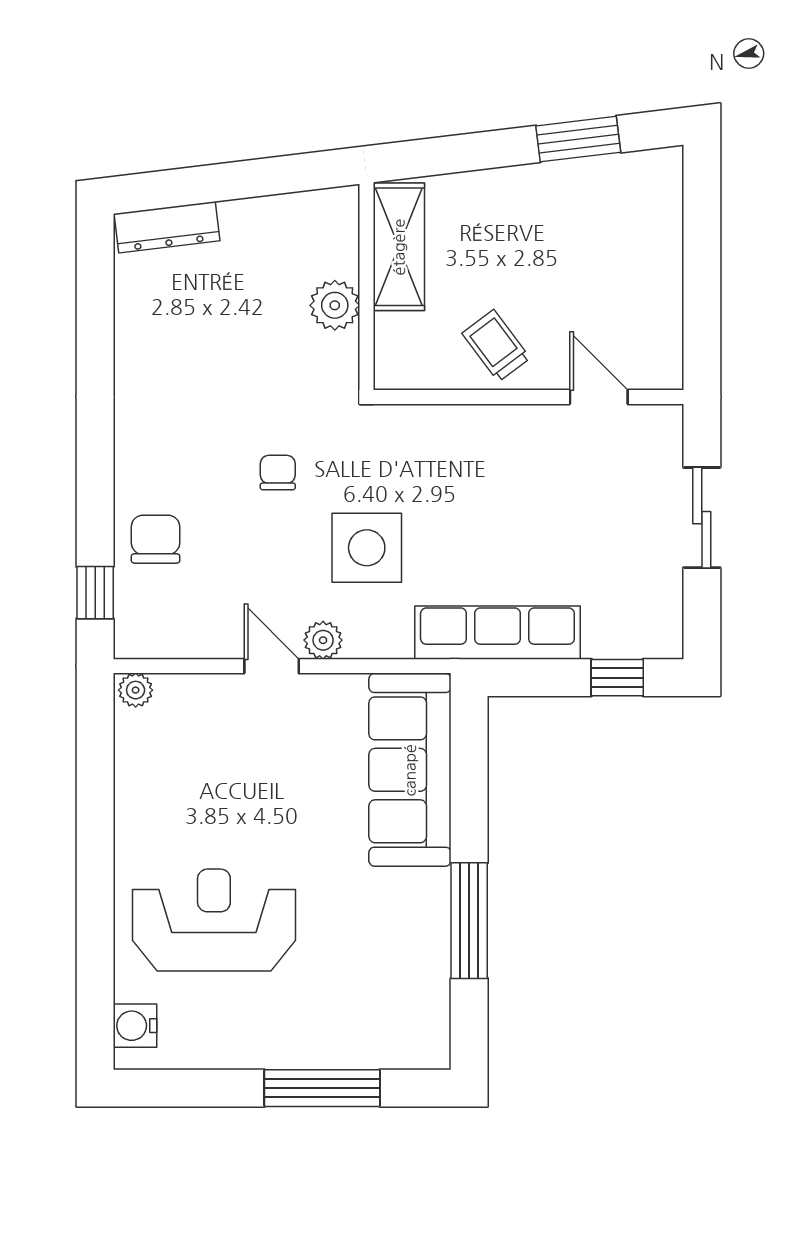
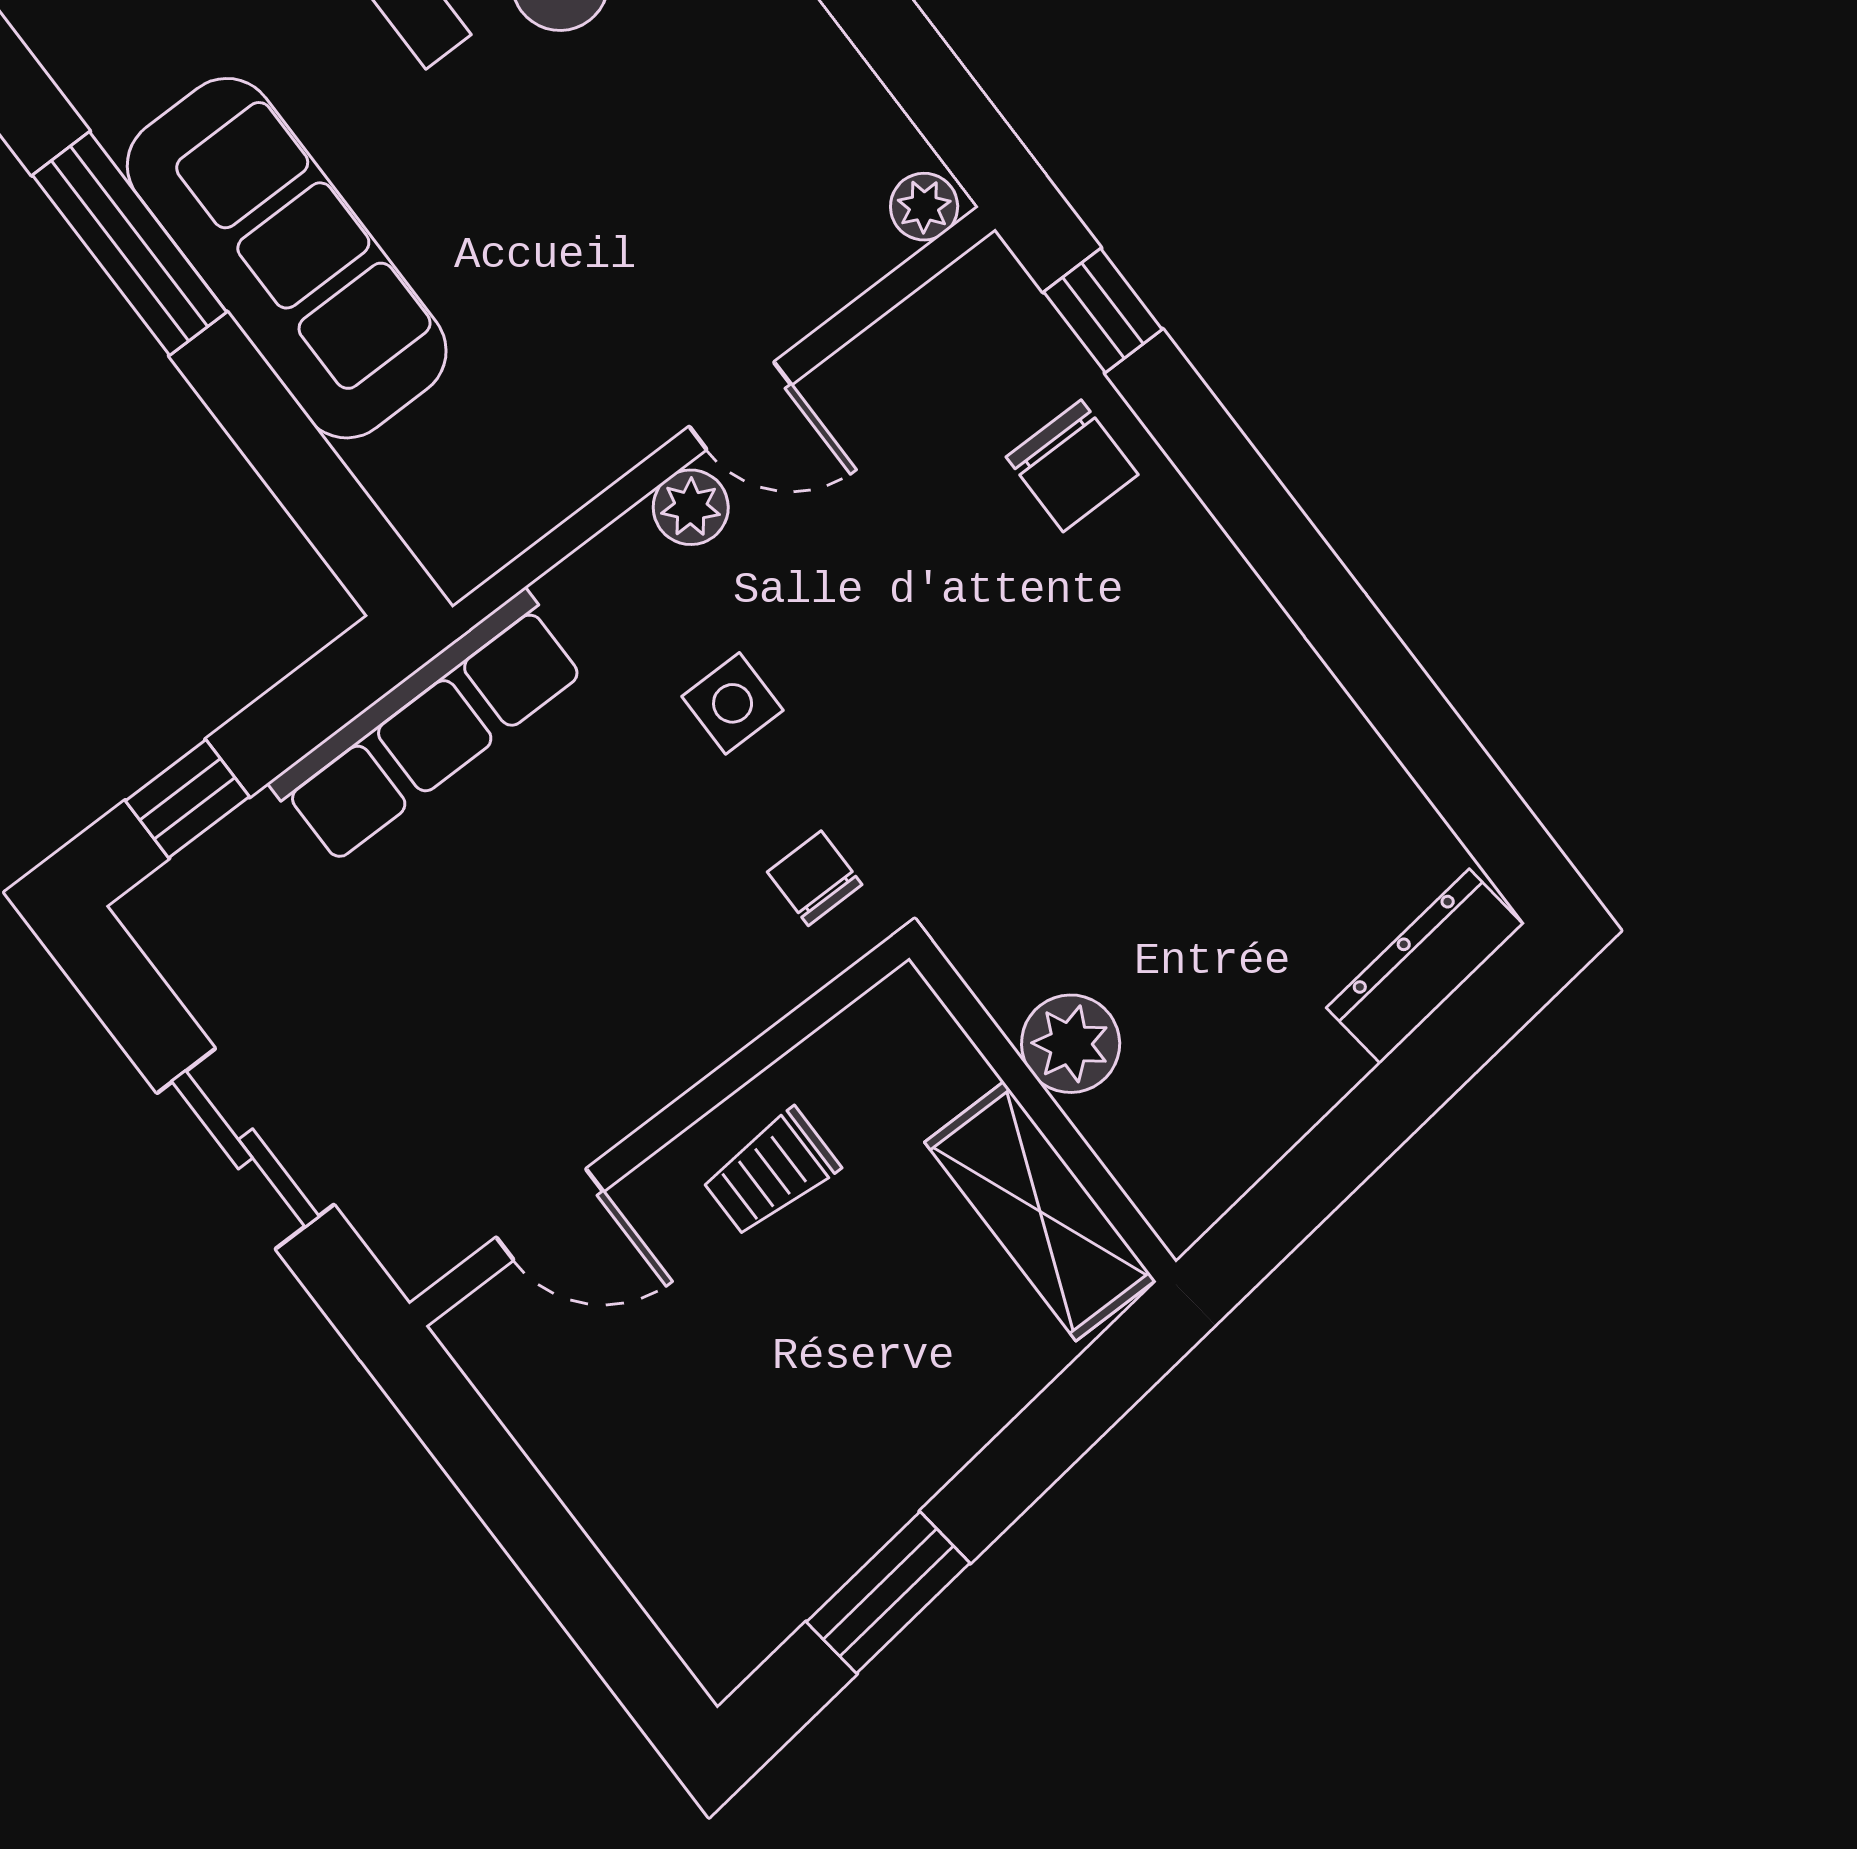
trolley: (496, 346) -> (771, 1172), turned 127
chair: (278, 472) -> (815, 878), moved, turned 180
side table: (367, 548) -> (733, 703), width x0.54, depth x0.54
sofa: (410, 770) -> (287, 258), moved

